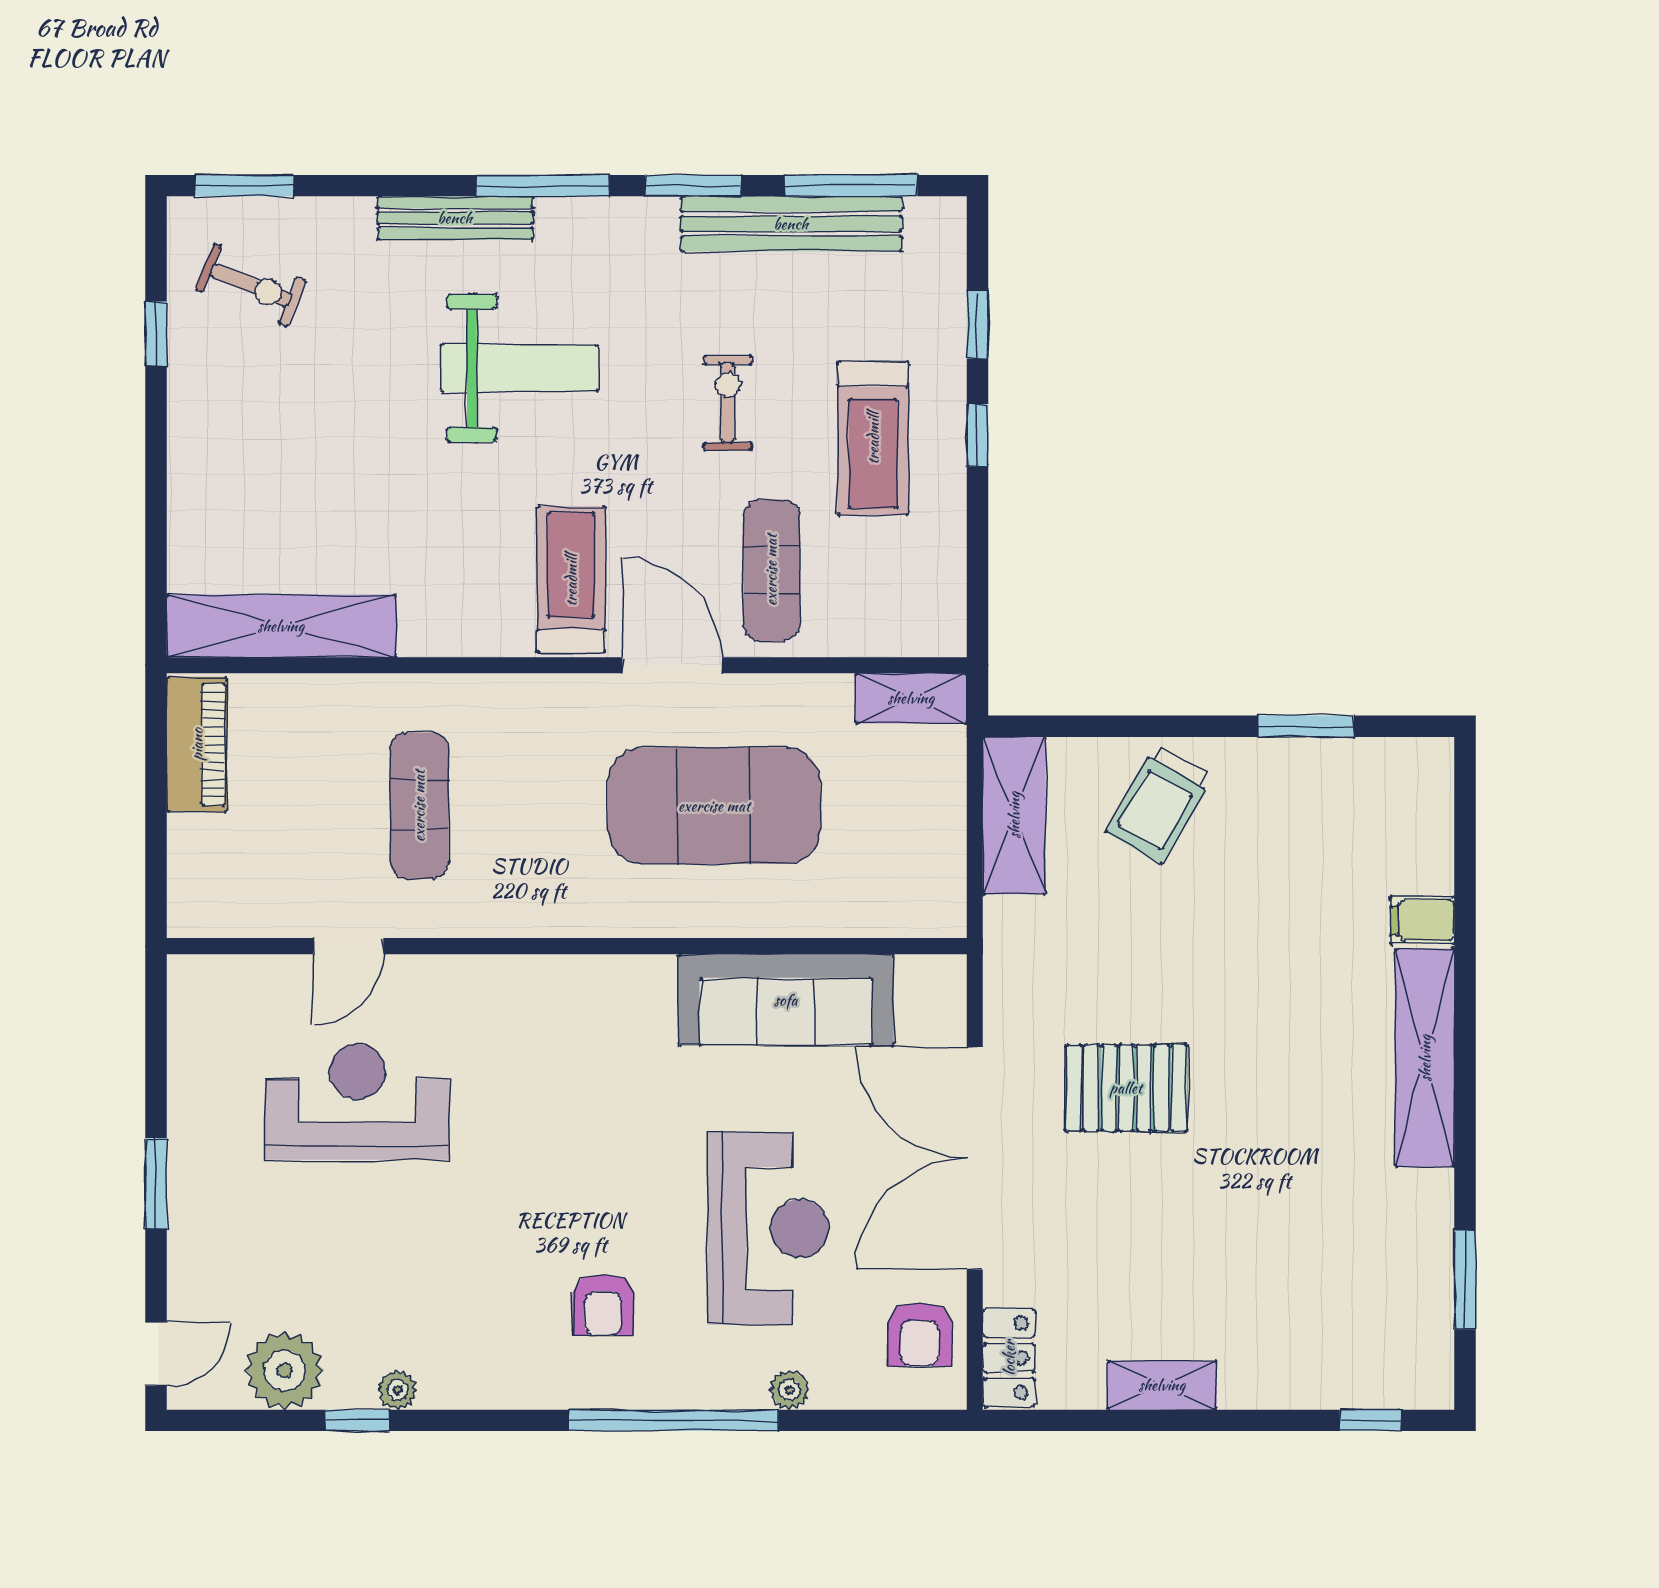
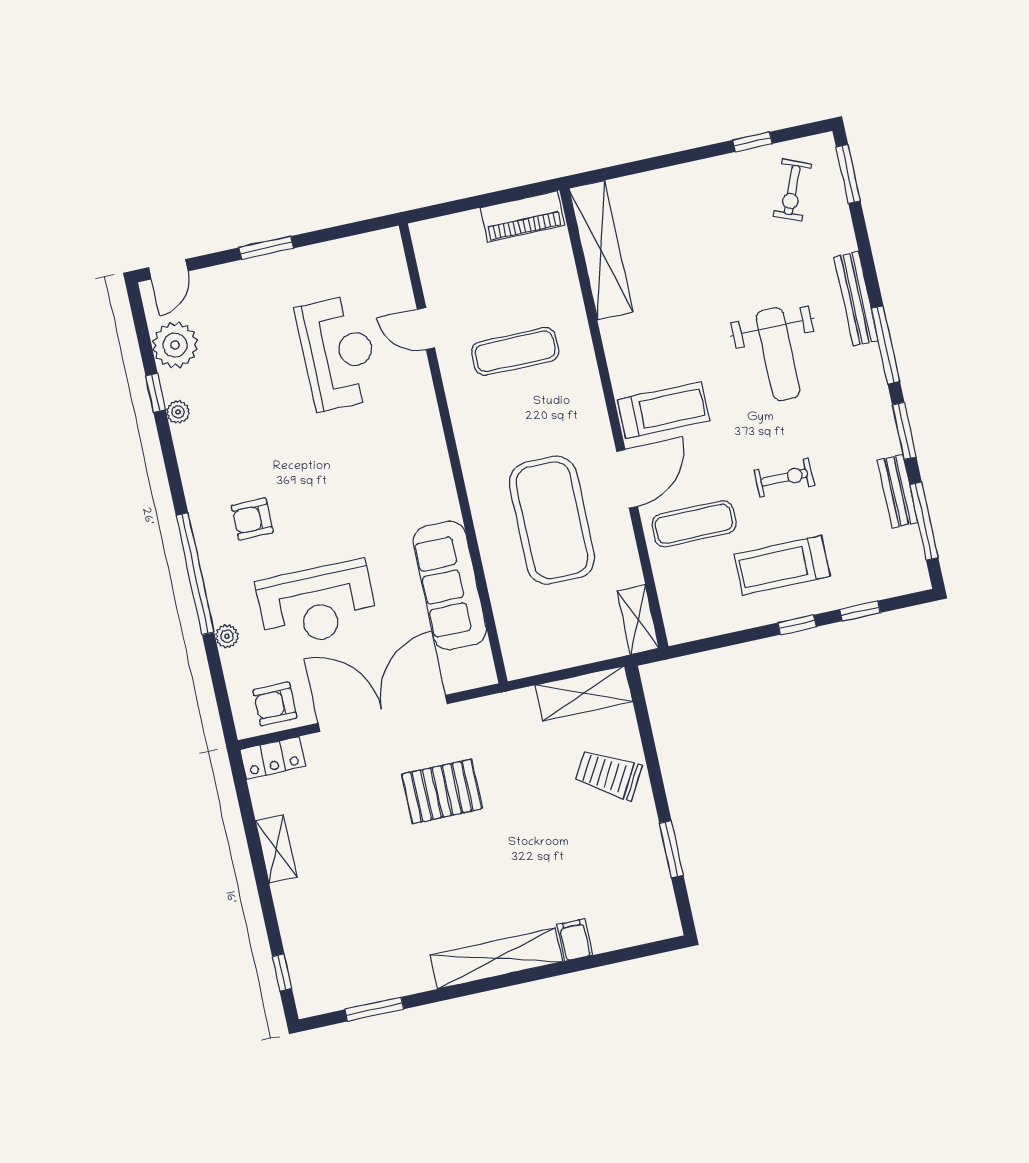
bench: (791, 224) -> (897, 491), width x0.54, depth x0.82
pallet: (1126, 1088) -> (442, 791), turned 90
door: (156, 1354) -> (168, 269), hinge flipped

